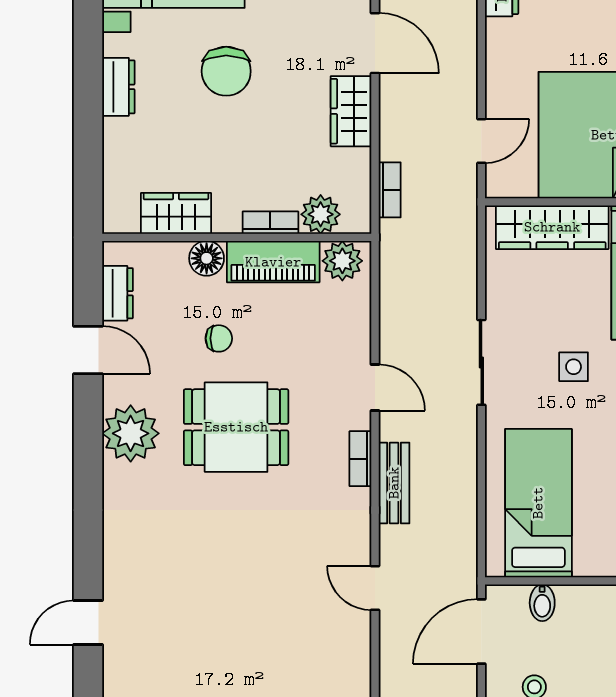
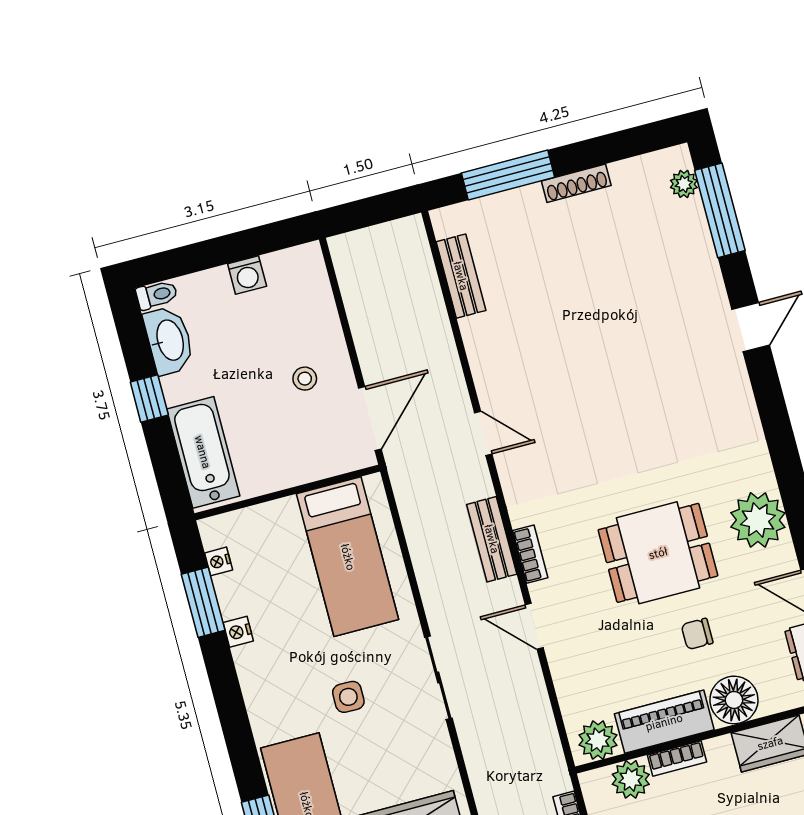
floor lamp: (207, 258) -> (734, 700), width x1.38, depth x1.38
bidet: (542, 603) -> (319, 462), removed

